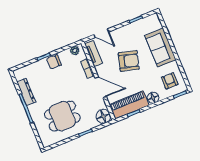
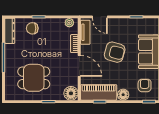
chair: (54, 62) -> (32, 28), moved
dresser: (26, 92) -> (10, 31), moved

